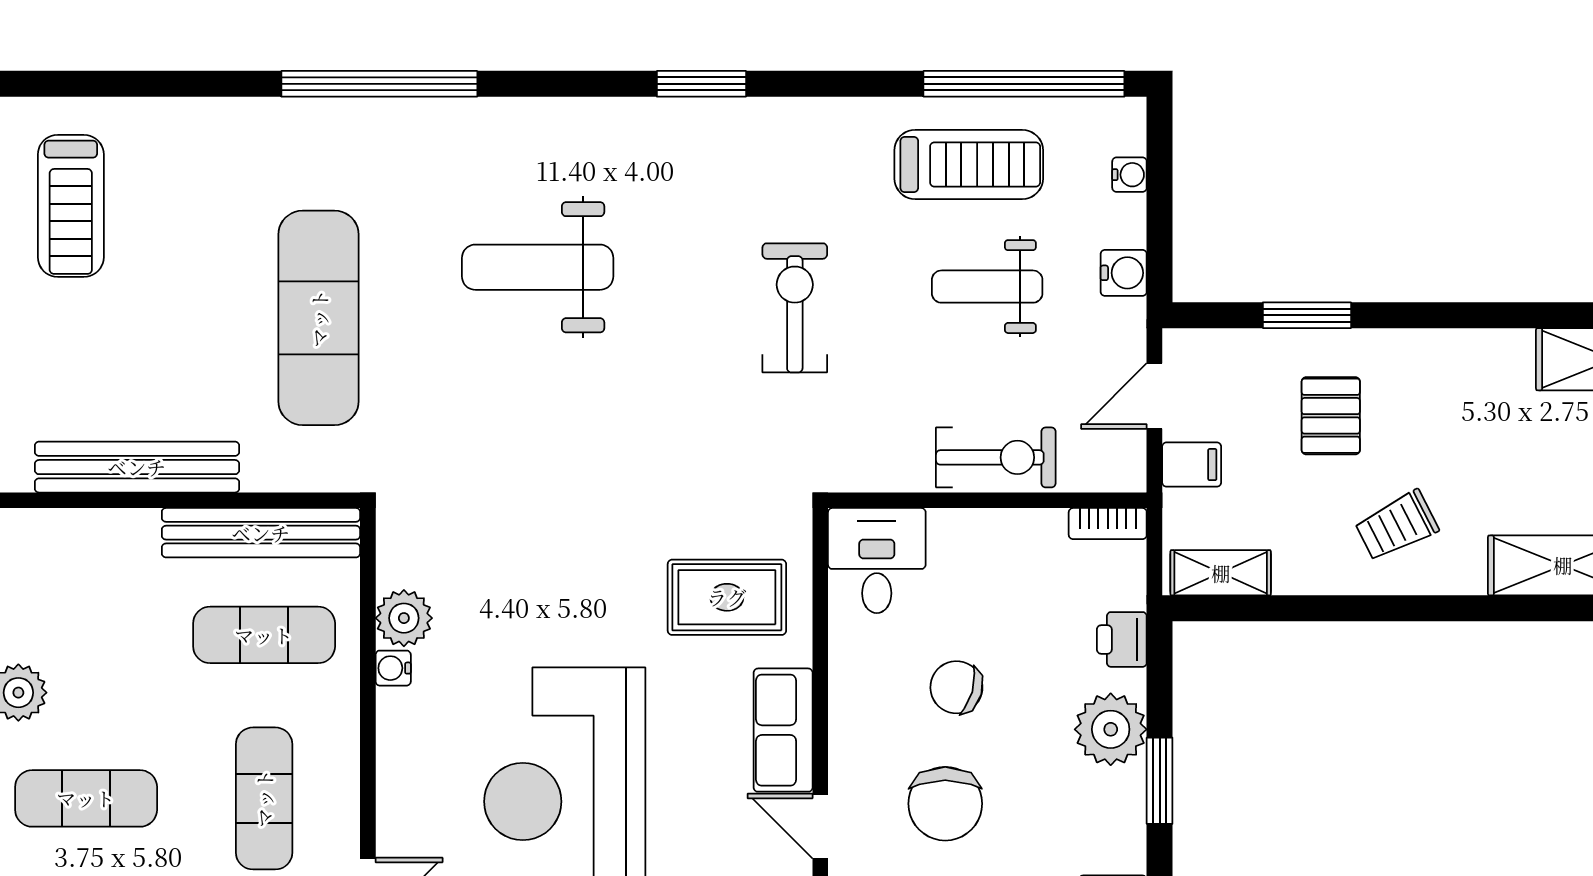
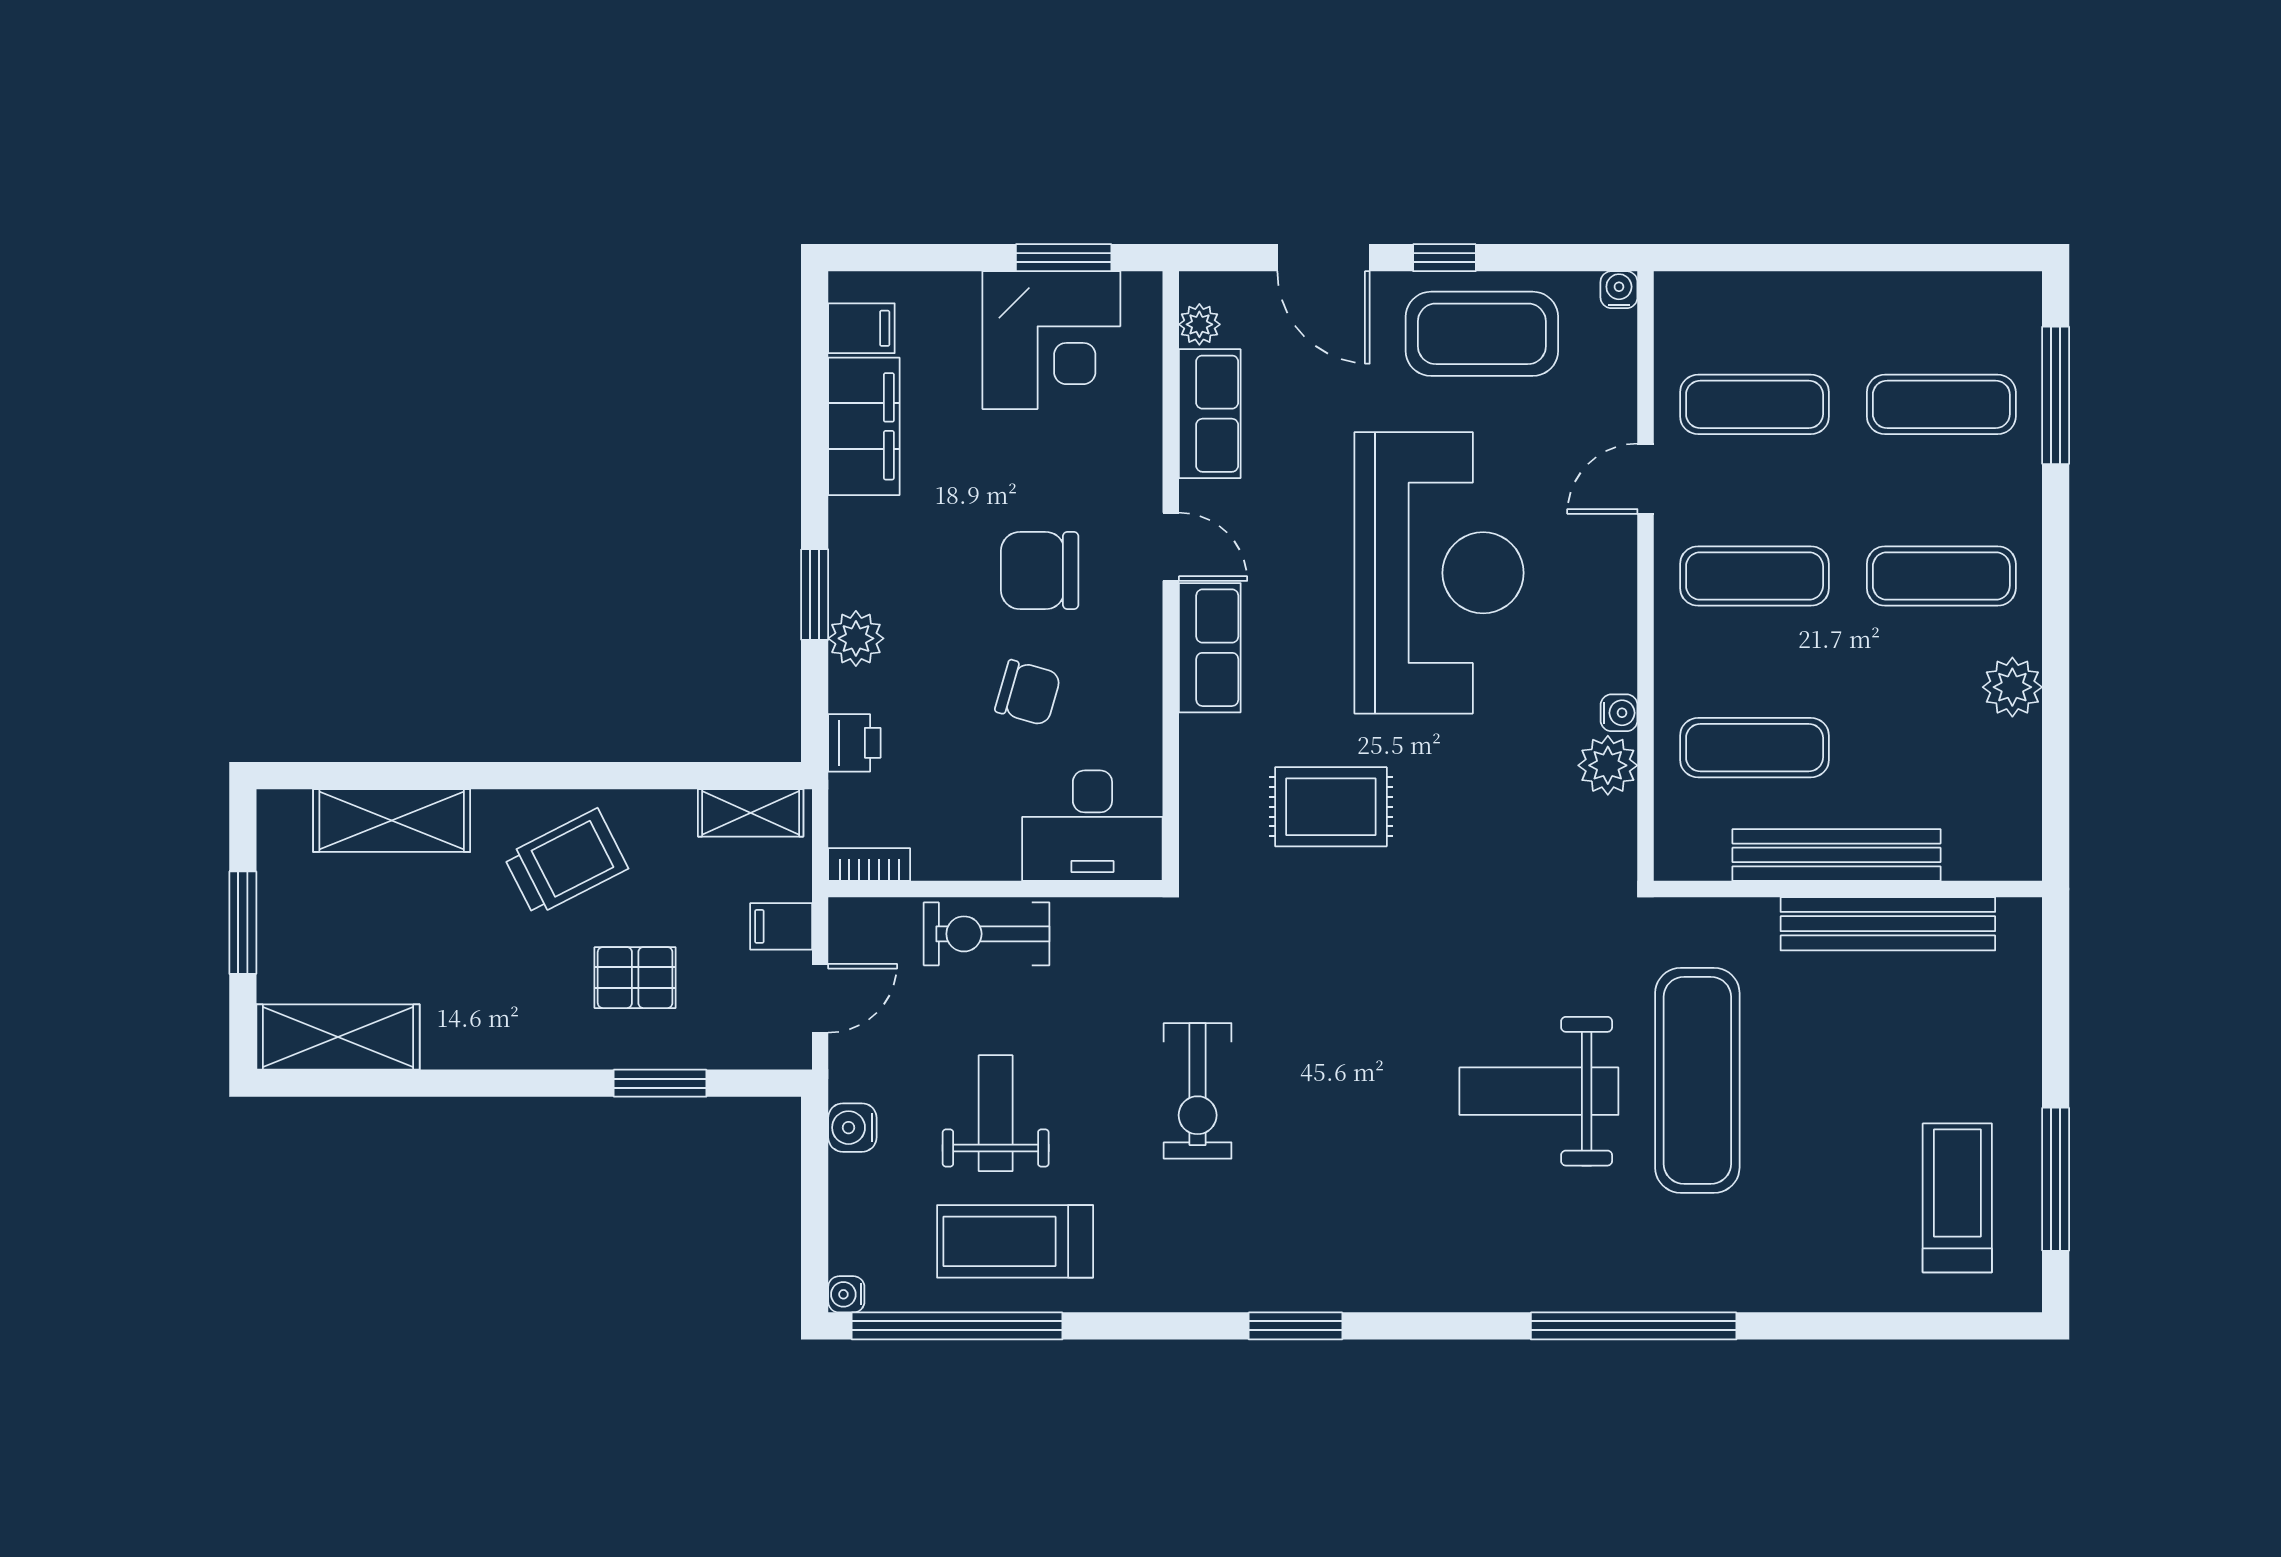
water cooler: (1129, 175) -> (846, 1294), moved
weight bench: (538, 267) -> (1539, 1091), moved, turned 180
weight bench: (987, 287) -> (996, 1113), turned -90
pallet: (1331, 416) -> (635, 978), turned 90
trolley: (1397, 526) -> (566, 862), width x1.36, depth x1.39
bench: (261, 533) -> (1836, 855), moved
desk: (877, 561) -> (1092, 826), width x1.37
rug: (727, 597) -> (1331, 807), moved
plant: (1111, 729) -> (856, 638), width x0.73, depth x0.73
exercise mat: (264, 798) -> (1755, 576), turned 90
chair: (945, 804) -> (1040, 571), turned -90

